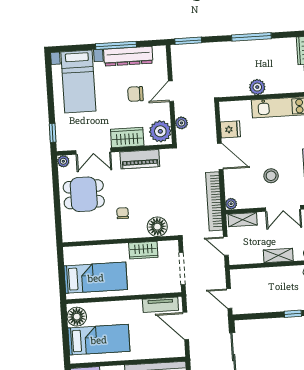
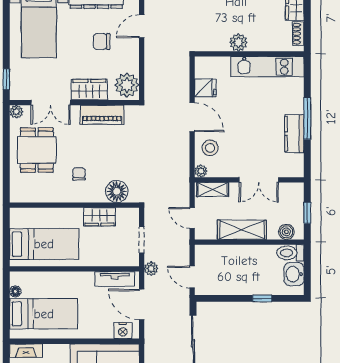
door: (171, 91) -> (142, 26), moved
plant: (181, 123) -> (151, 269), moved
stool: (271, 176) -> (210, 148), moved
dining table: (84, 194) -> (37, 150), turned 90
bookcase: (214, 201) -> (182, 167), removed
shelving: (278, 256) -> (242, 230), width x1.50, depth x1.33
doorway: (182, 269) -> (142, 240), width x0.73
floor lamp: (77, 317) -> (15, 291), width x0.53, depth x0.53
nightstand: (171, 350) -> (123, 331), added

